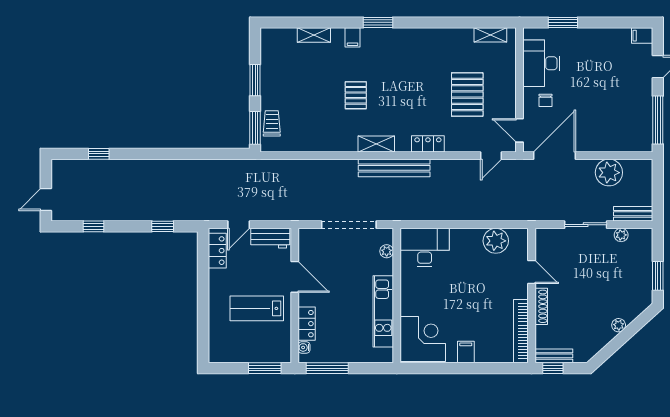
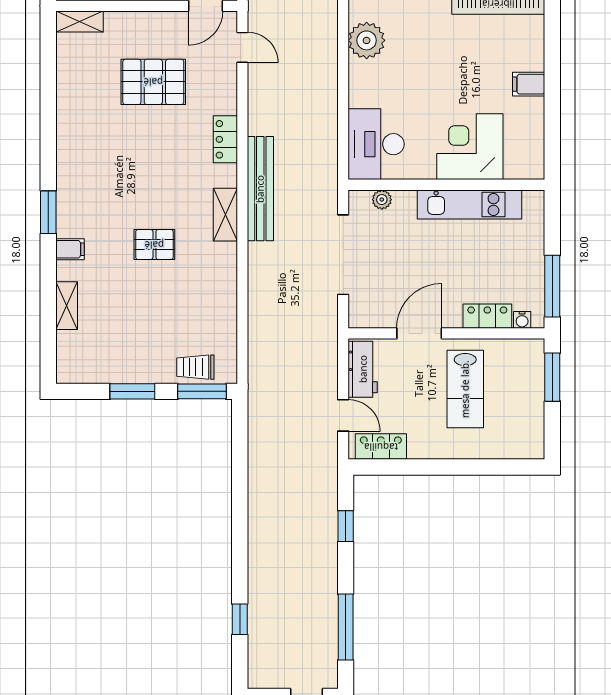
shelving: (490, 35) -> (79, 22), moved, turned 90
window: (93, 226) -> (346, 627), width x2.17
corner desk: (423, 339) -> (470, 147), moved

